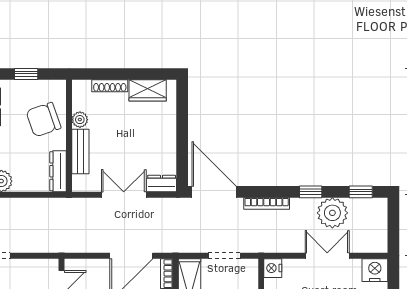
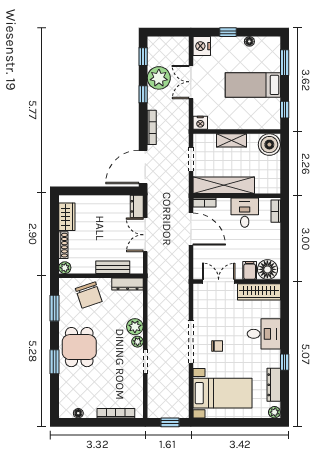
window: (26, 74) -> (54, 308), width x1.50
plant: (80, 120) -> (65, 268), moved

